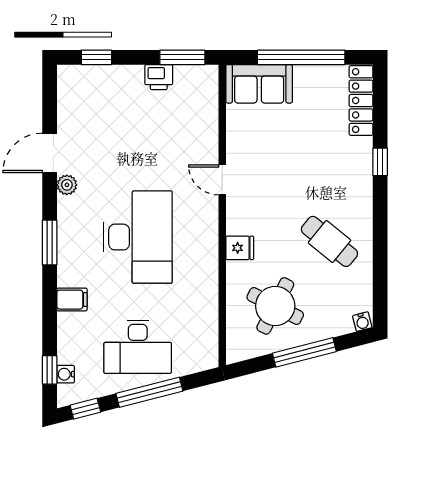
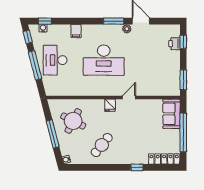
printer: (159, 77) -> (174, 44), moved
window: (50, 242) -> (114, 21), moved
fridge: (240, 248) -> (110, 105), moved

